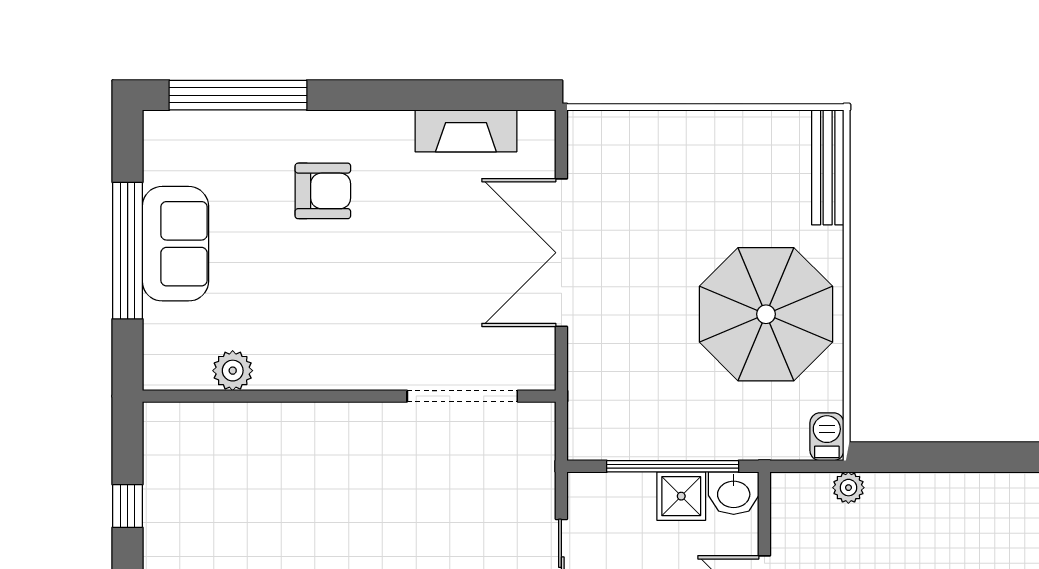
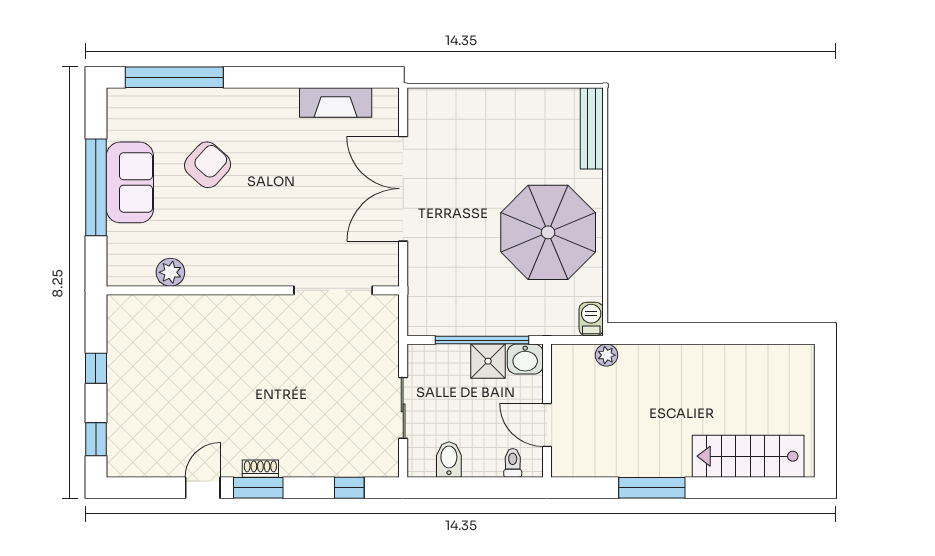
armchair: (323, 191) -> (208, 165), moved, turned -48

